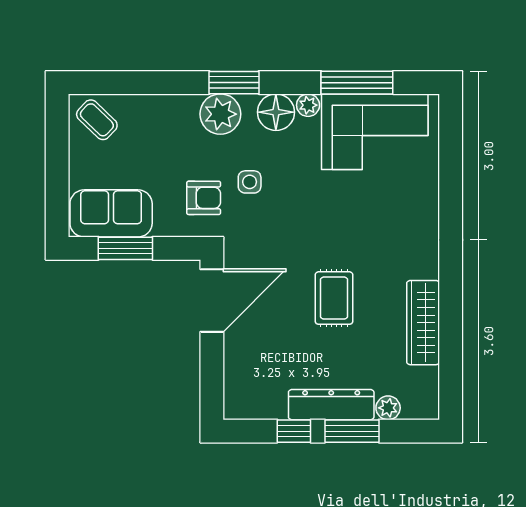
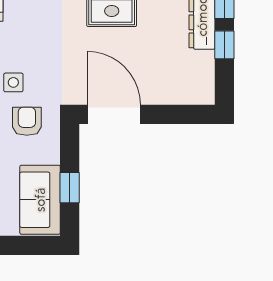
window: (125, 248) -> (70, 188), width x0.67

